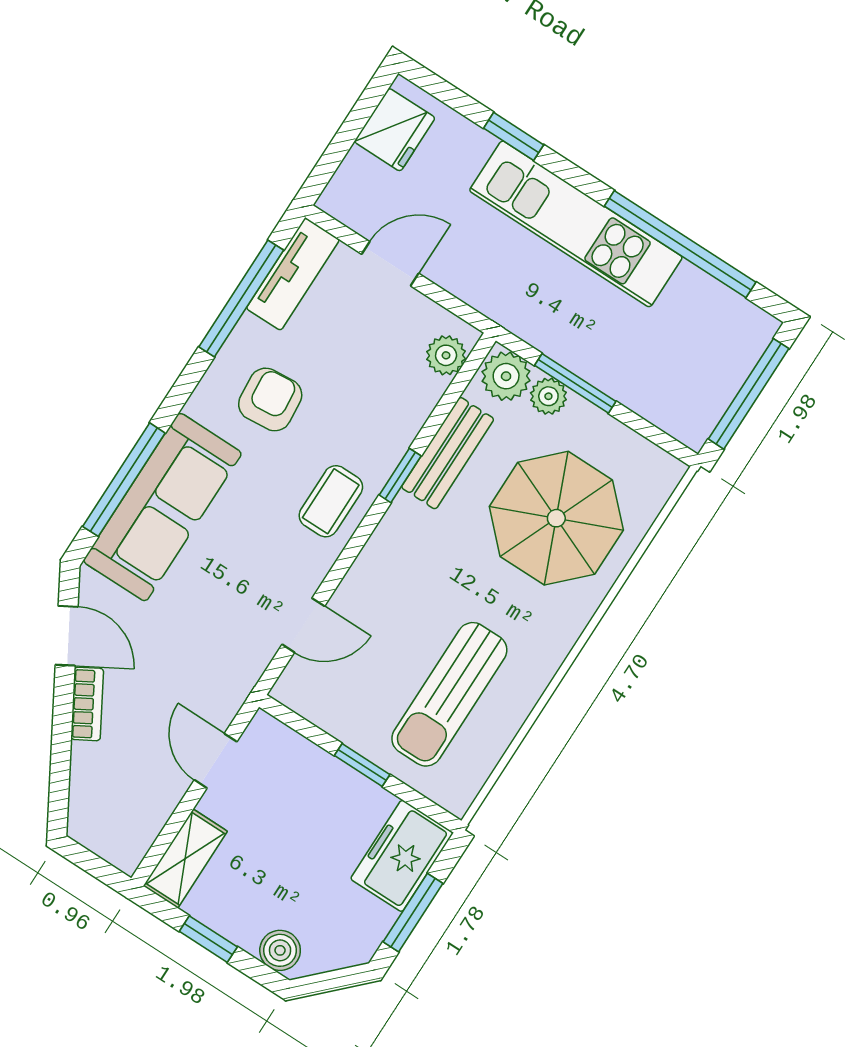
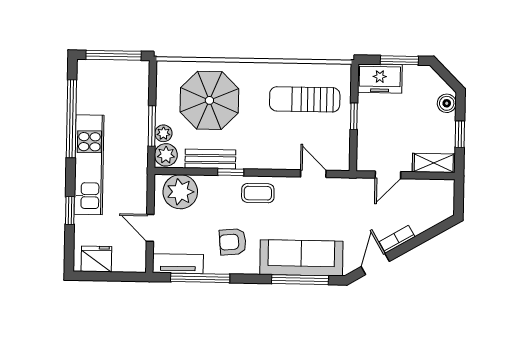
plant: (446, 355) -> (180, 192), width x1.88, depth x1.88
sun lounger: (449, 694) -> (305, 99), turned 180

